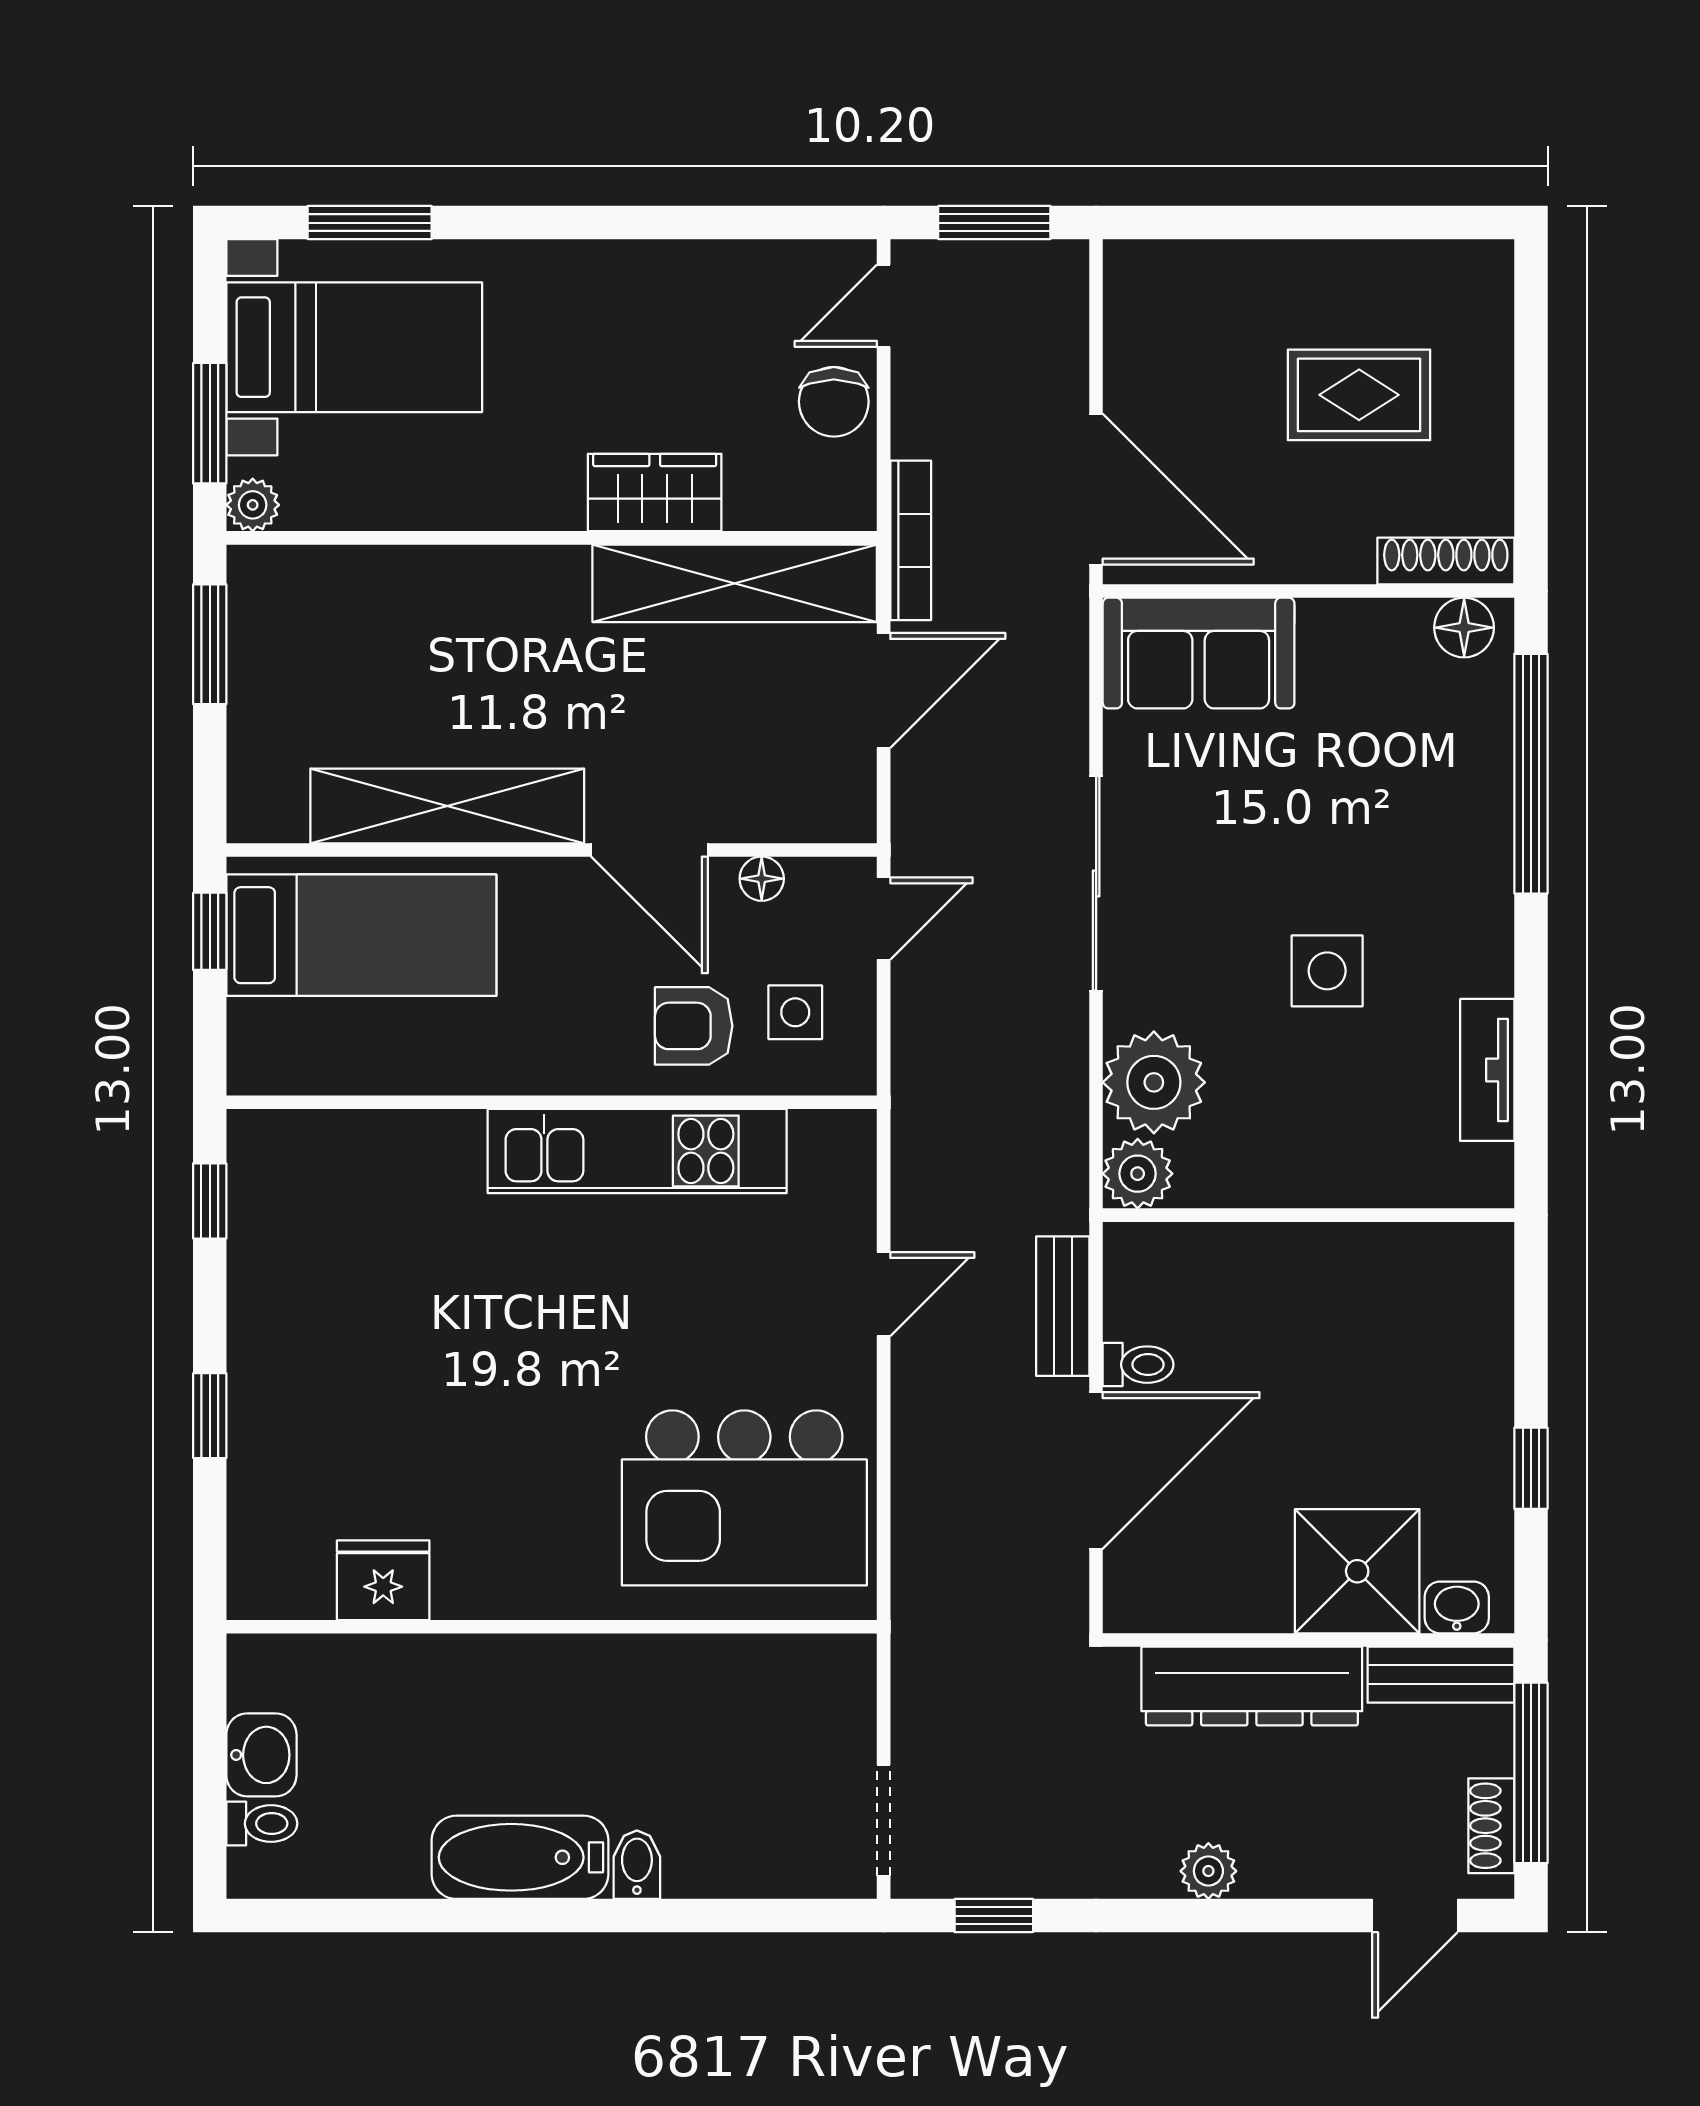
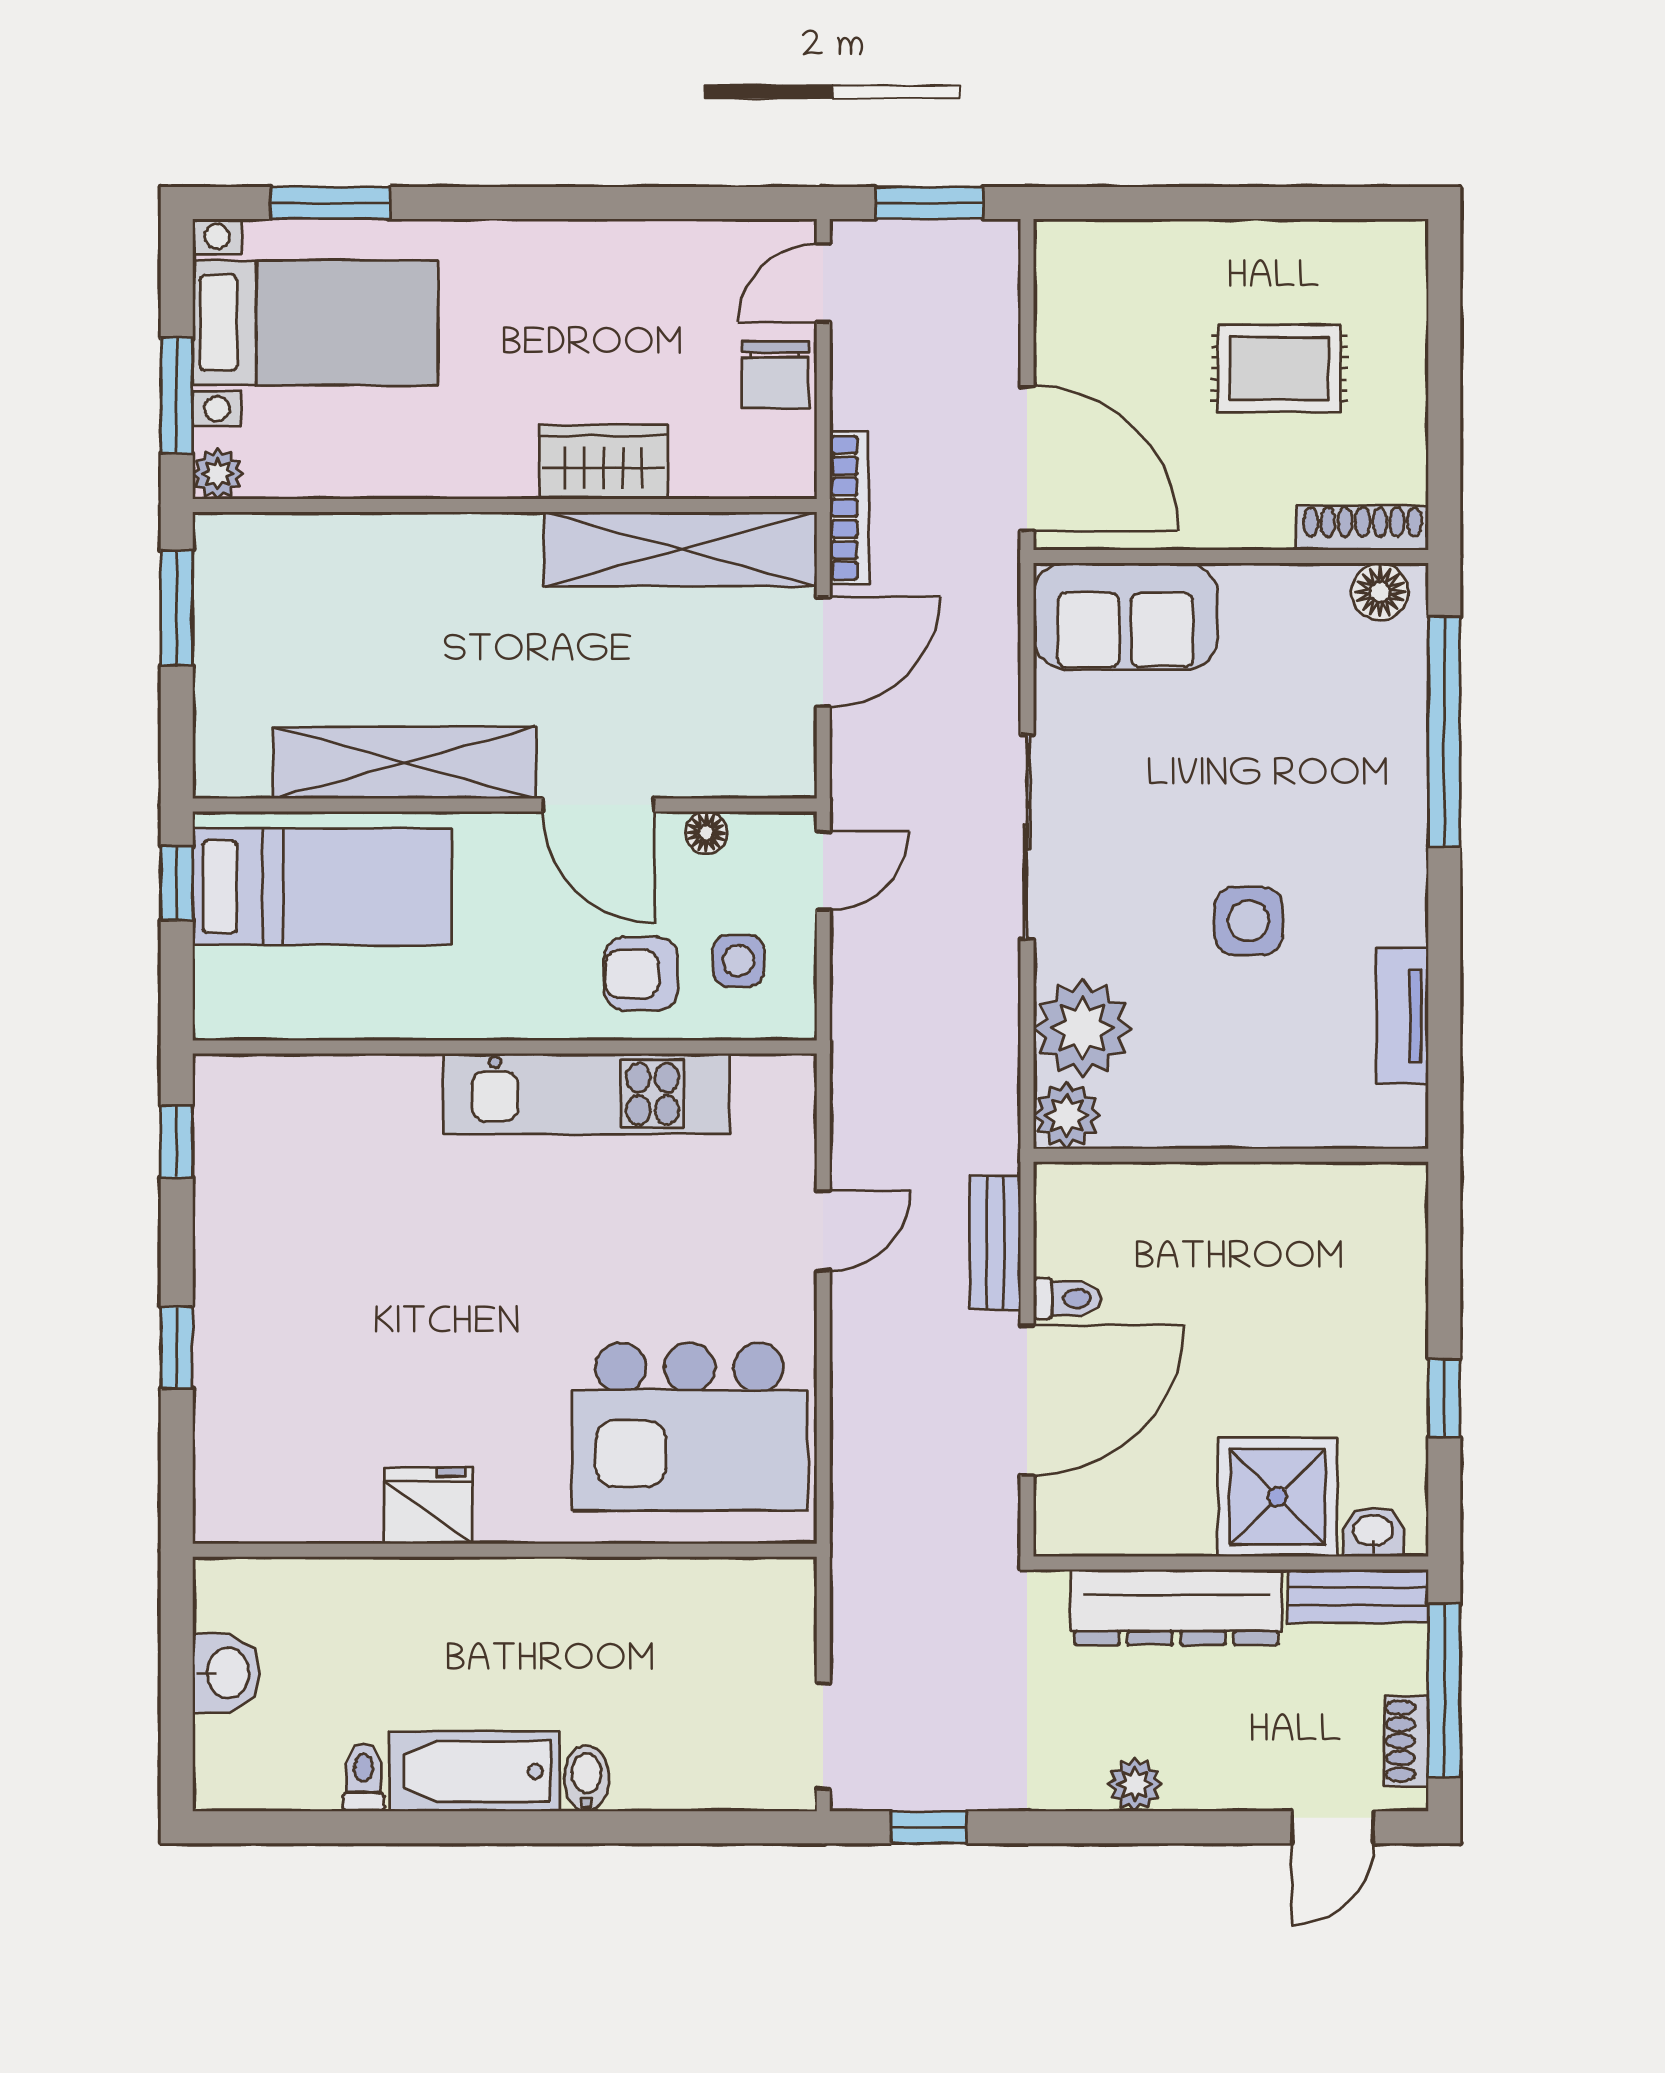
fridge: (383, 1580) -> (428, 1506), moved
toilet: (262, 1824) -> (364, 1777), moved, turned -90

